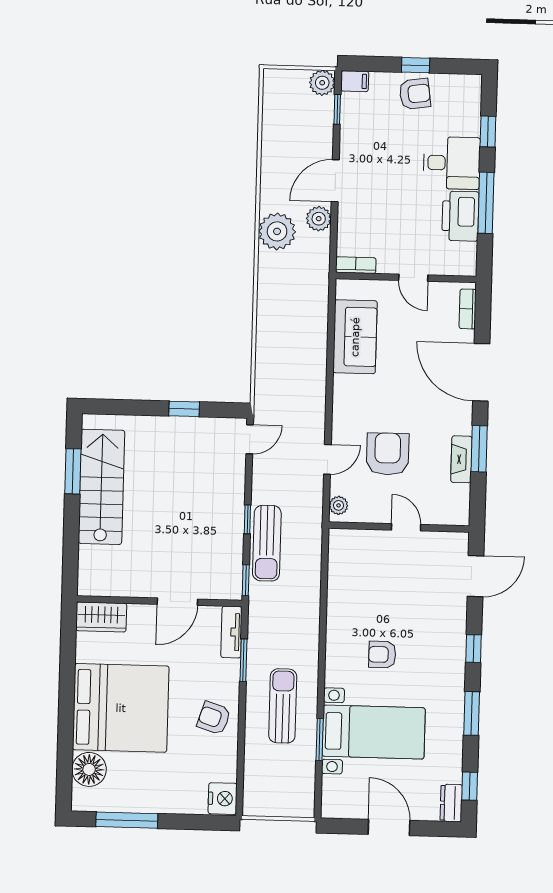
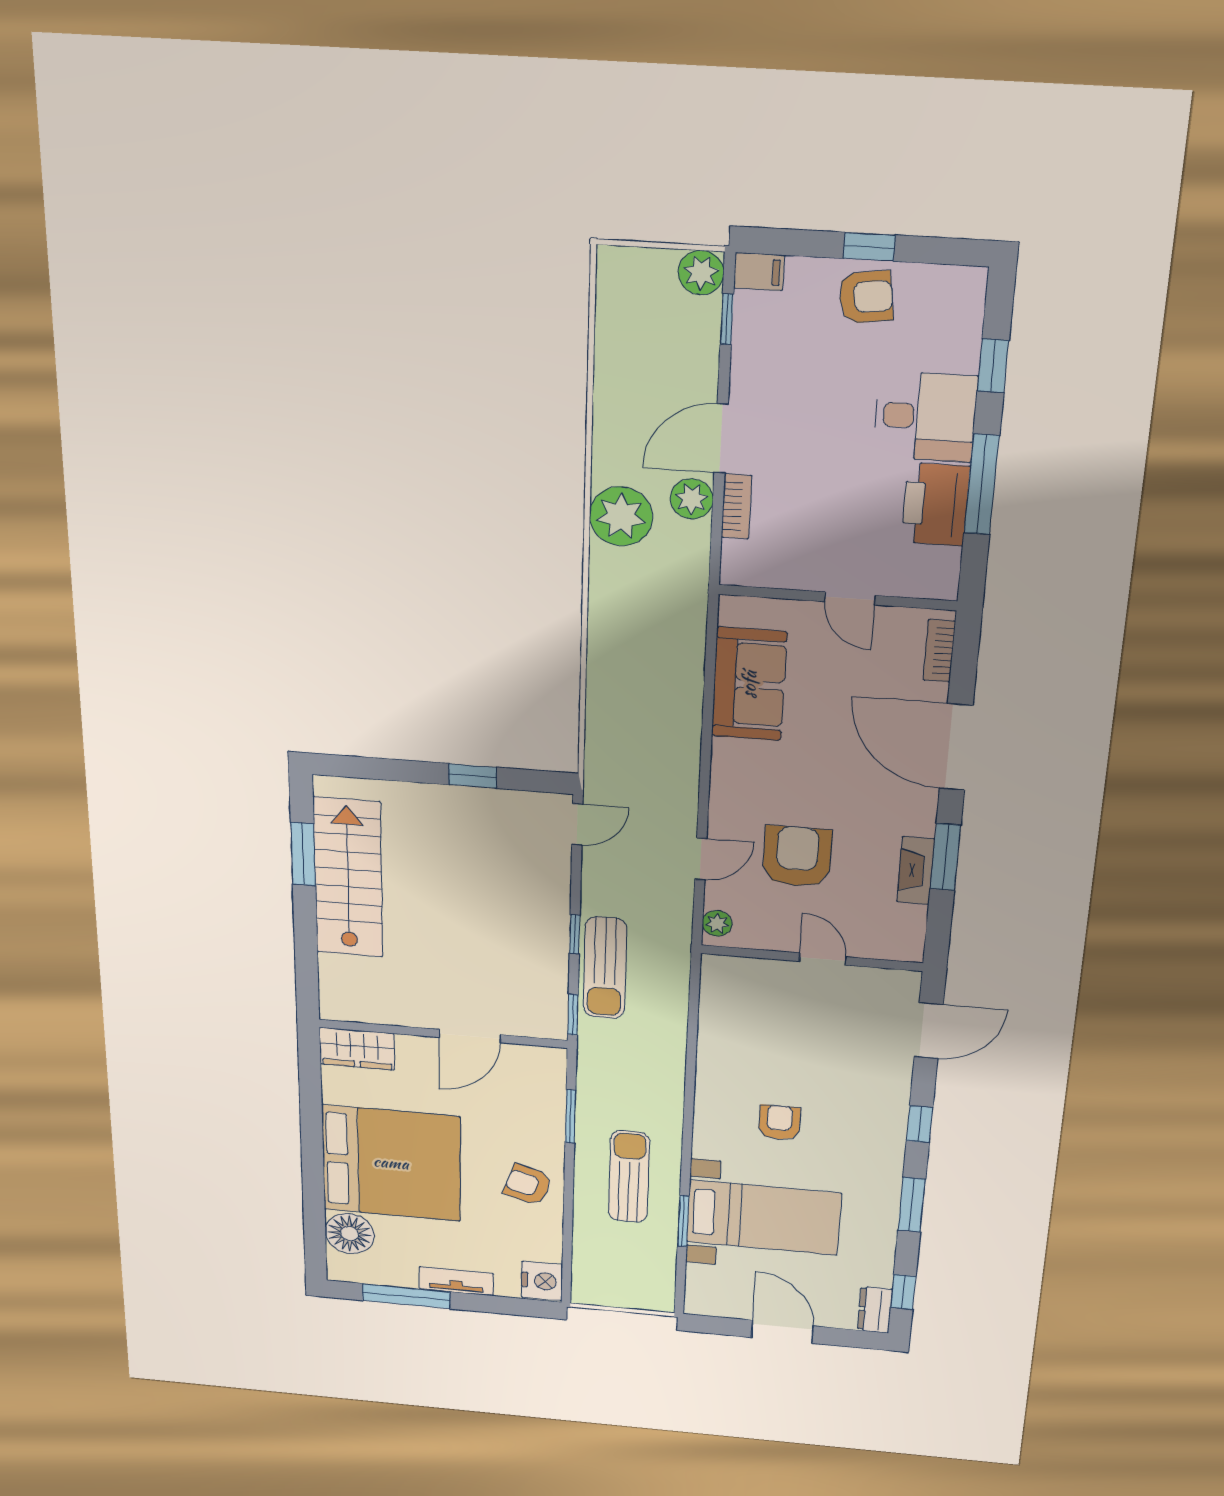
bookcase: (356, 265) -> (736, 506), moved, turned 90
tv unit: (231, 632) -> (456, 1281), moved, turned 90
armchair: (382, 654) -> (779, 1123), turned 90

